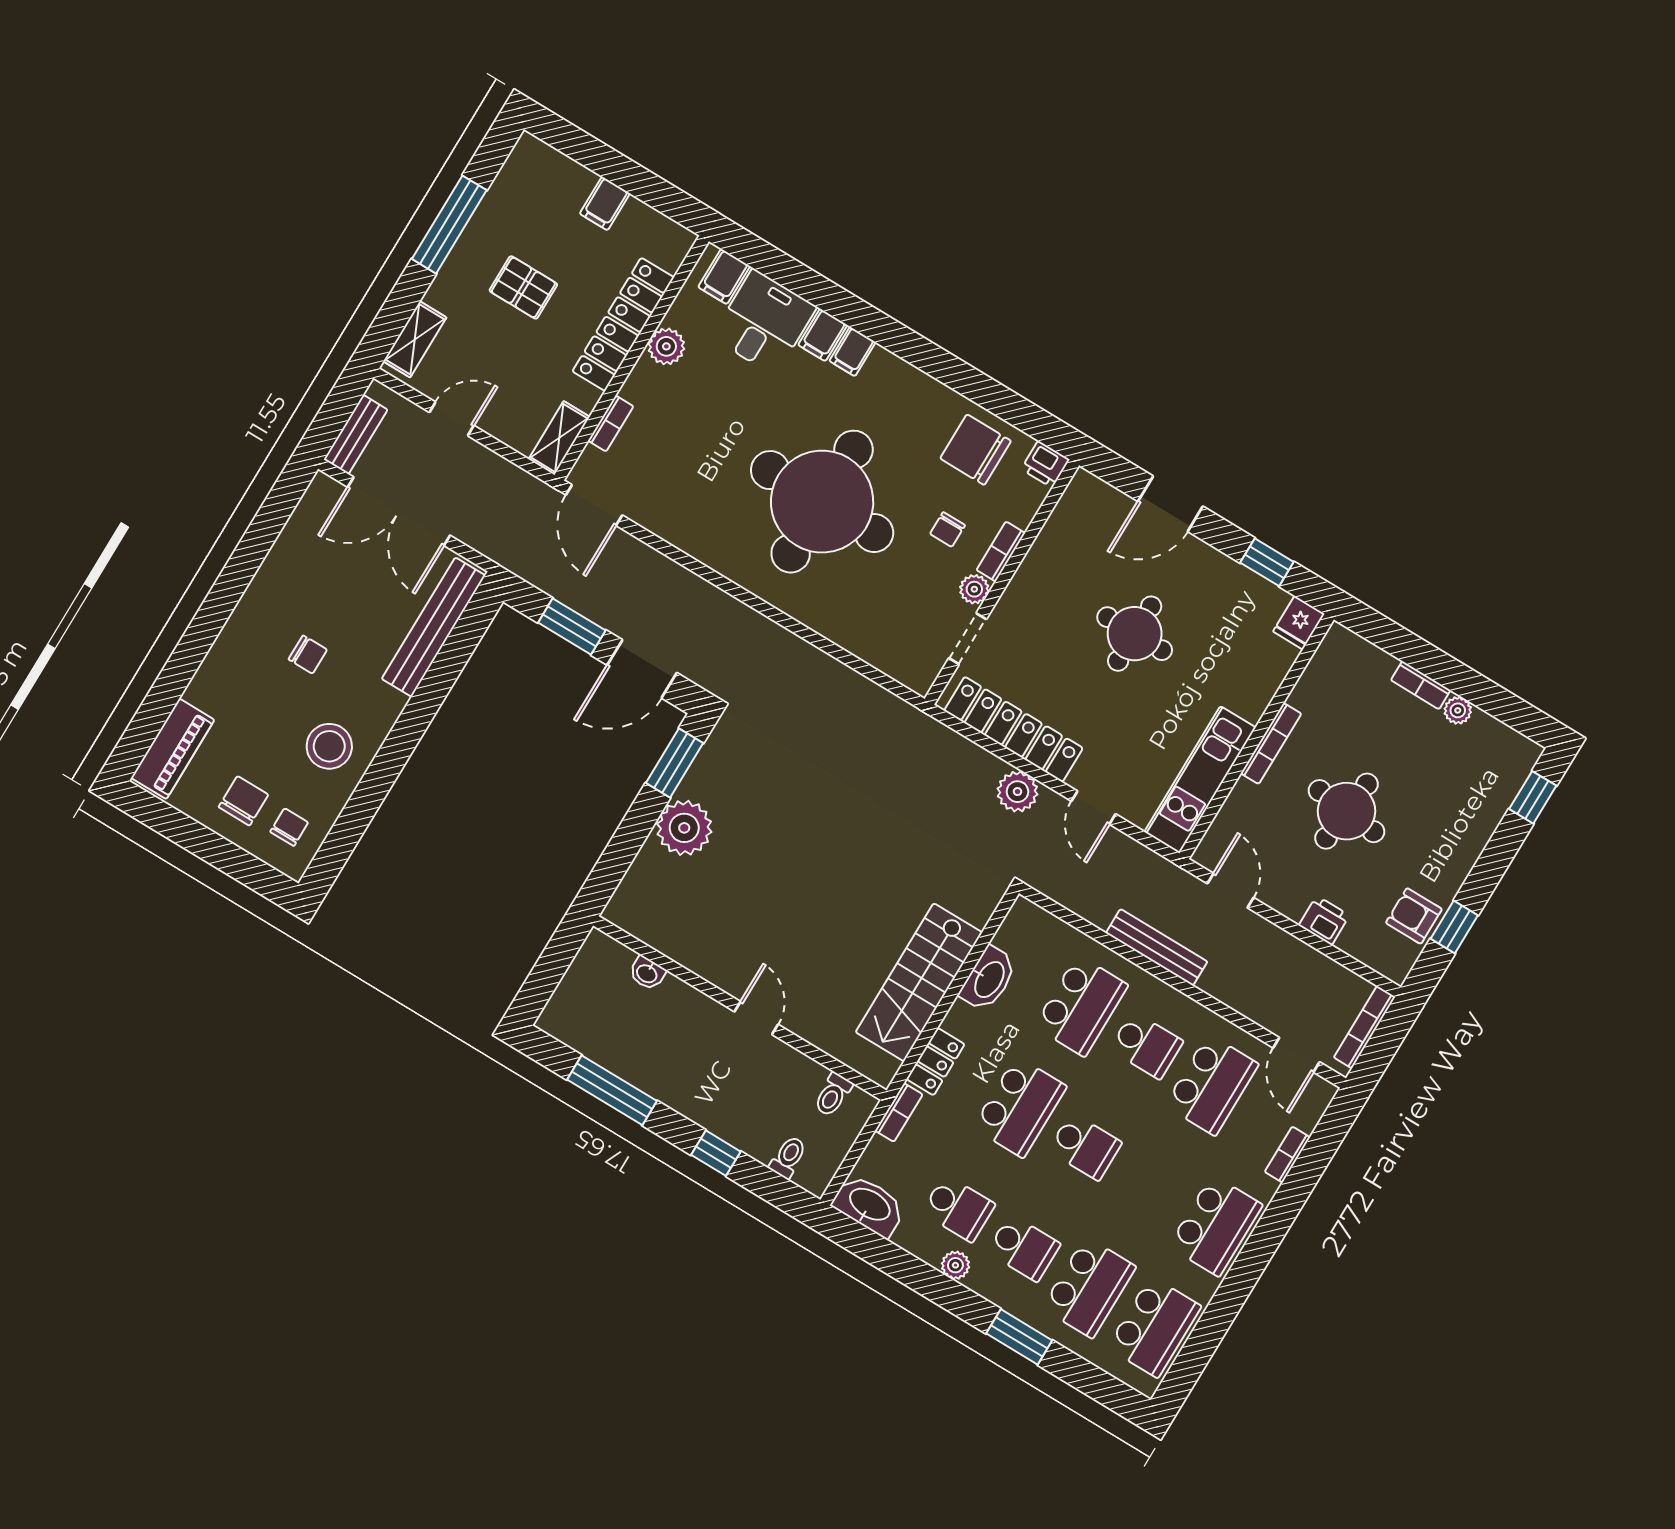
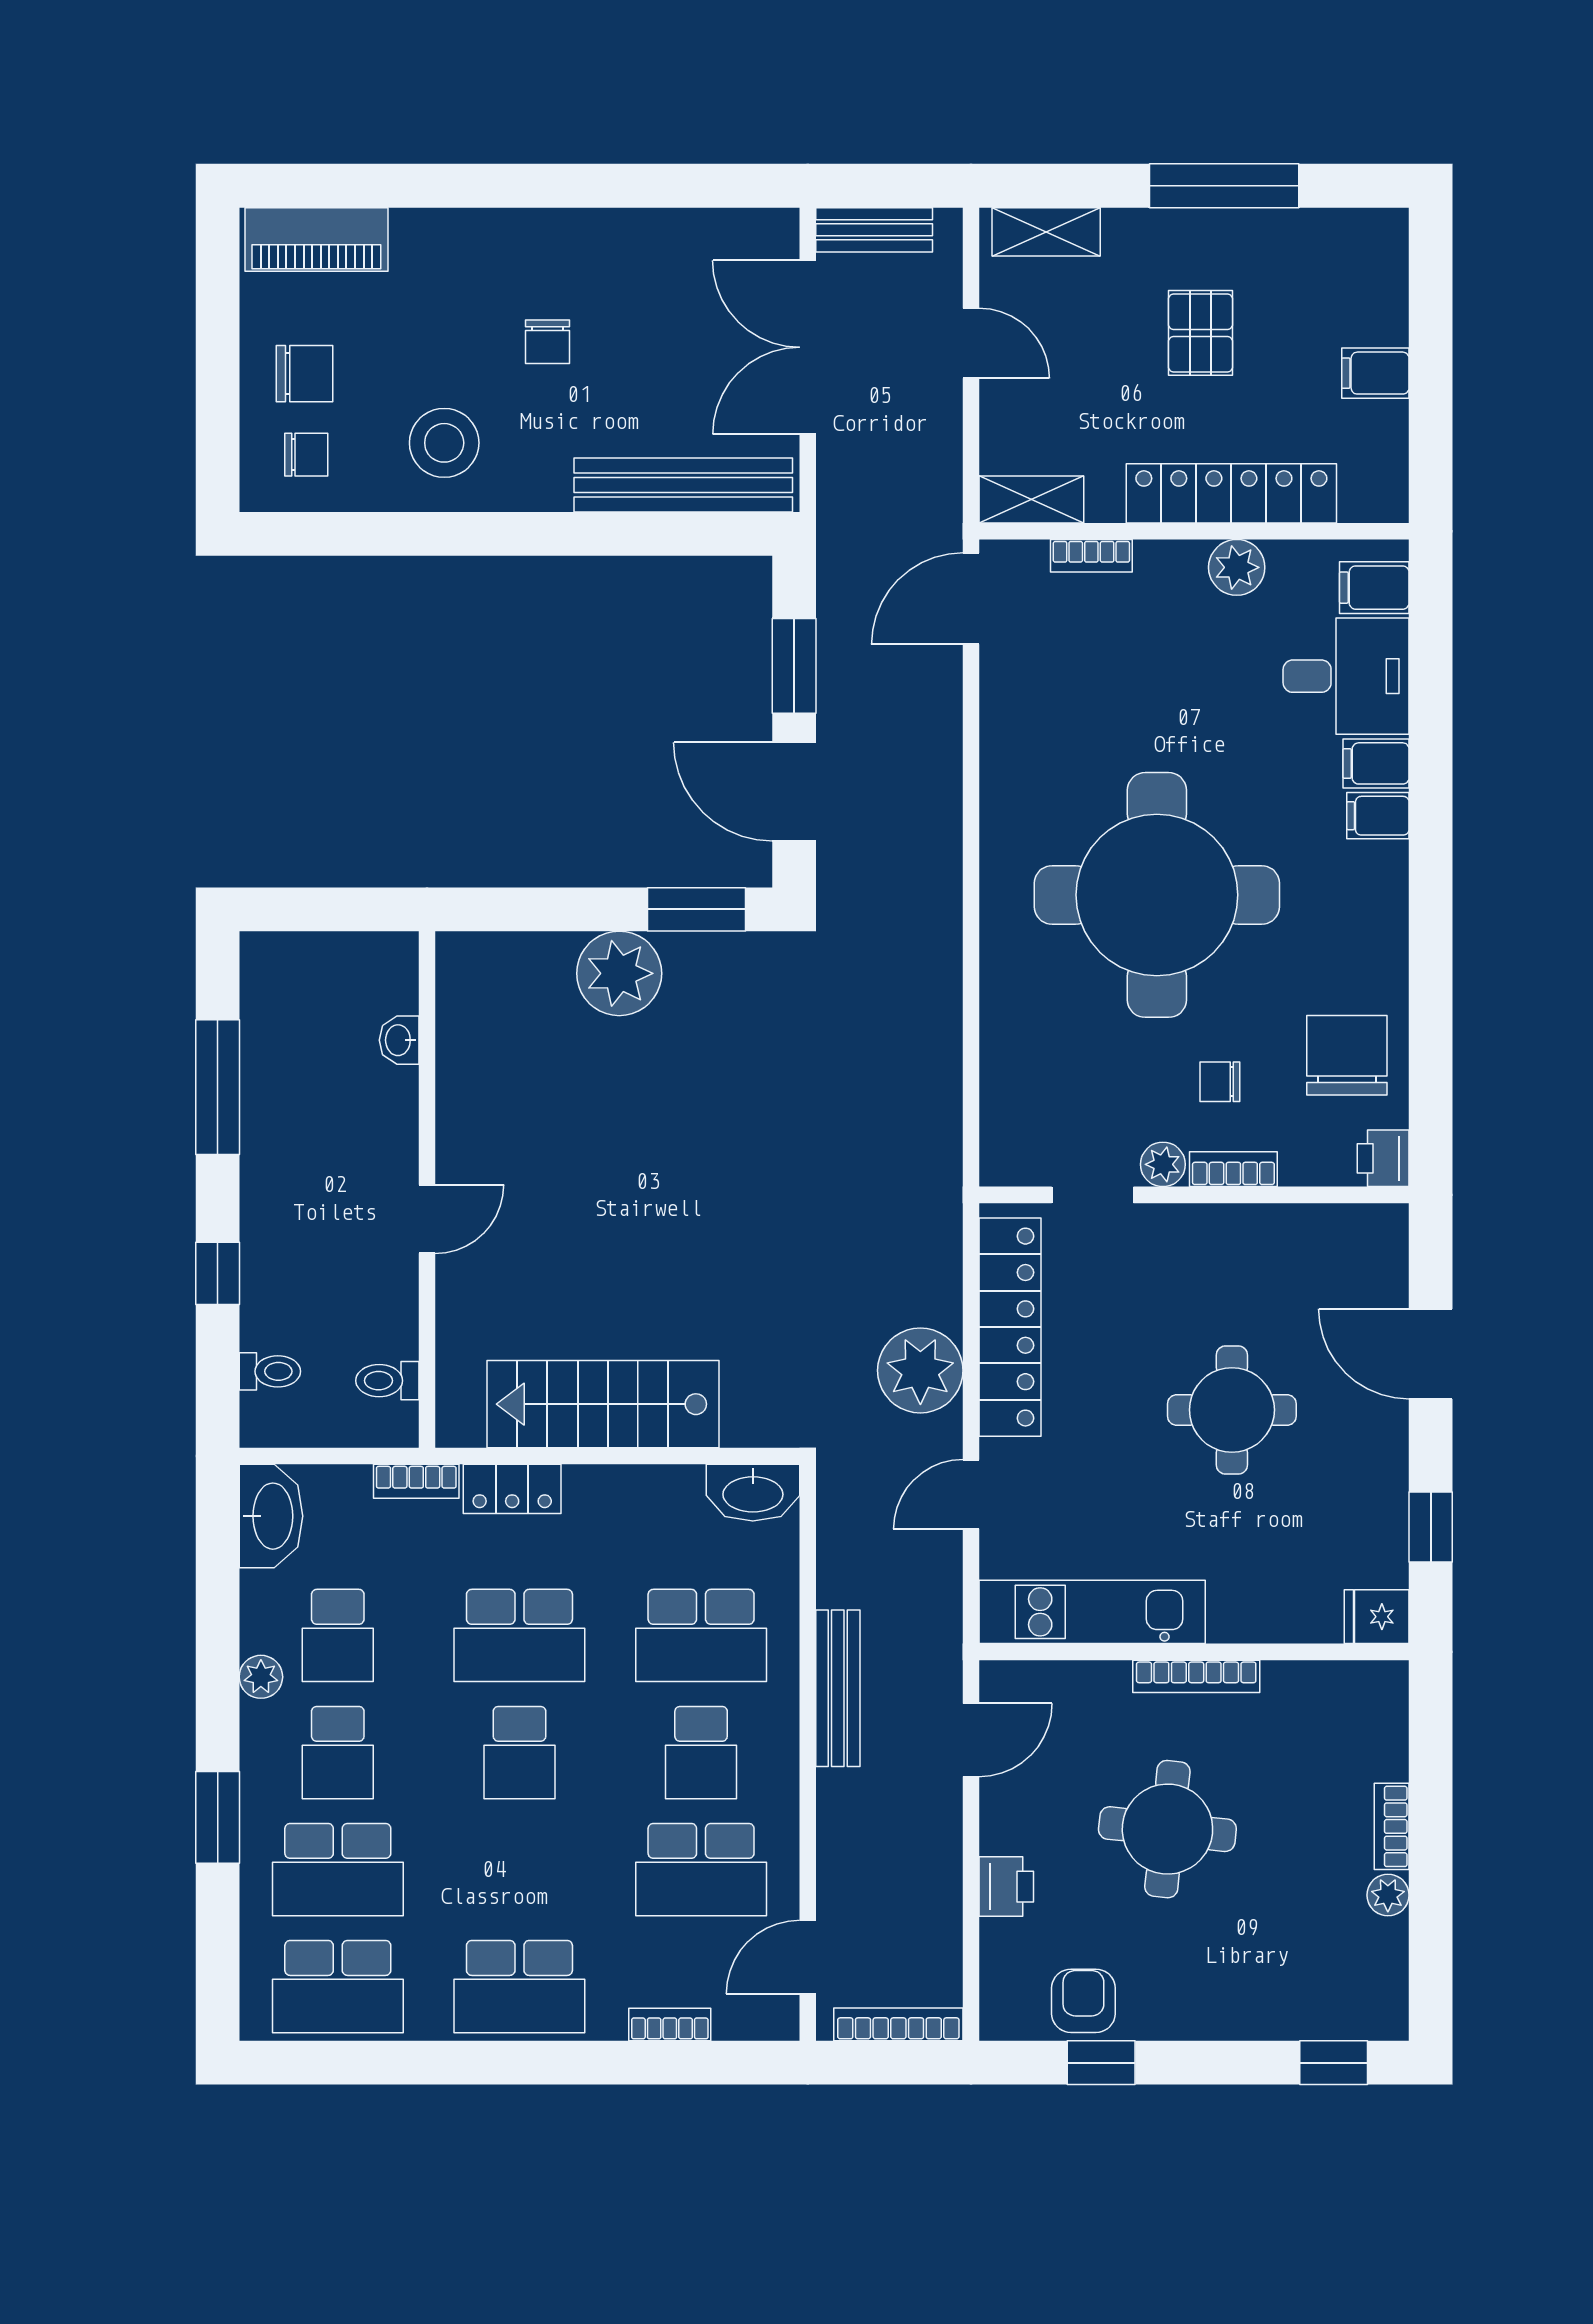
plant: (1017, 792) -> (920, 1370), width x1.36, depth x1.36
washbasin: (988, 979) -> (753, 1493), moved

